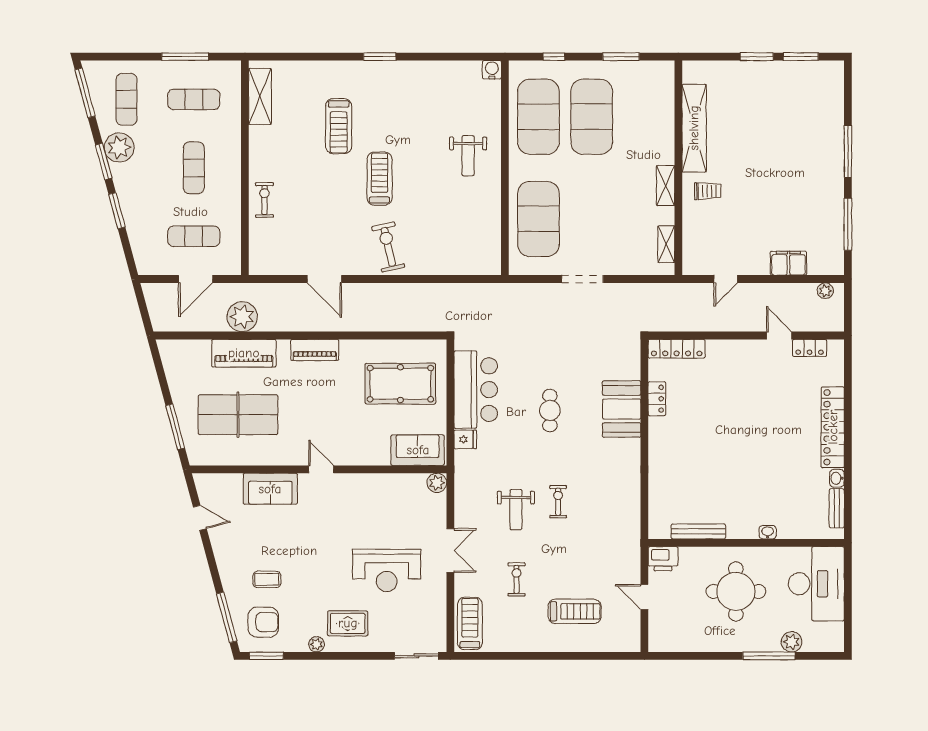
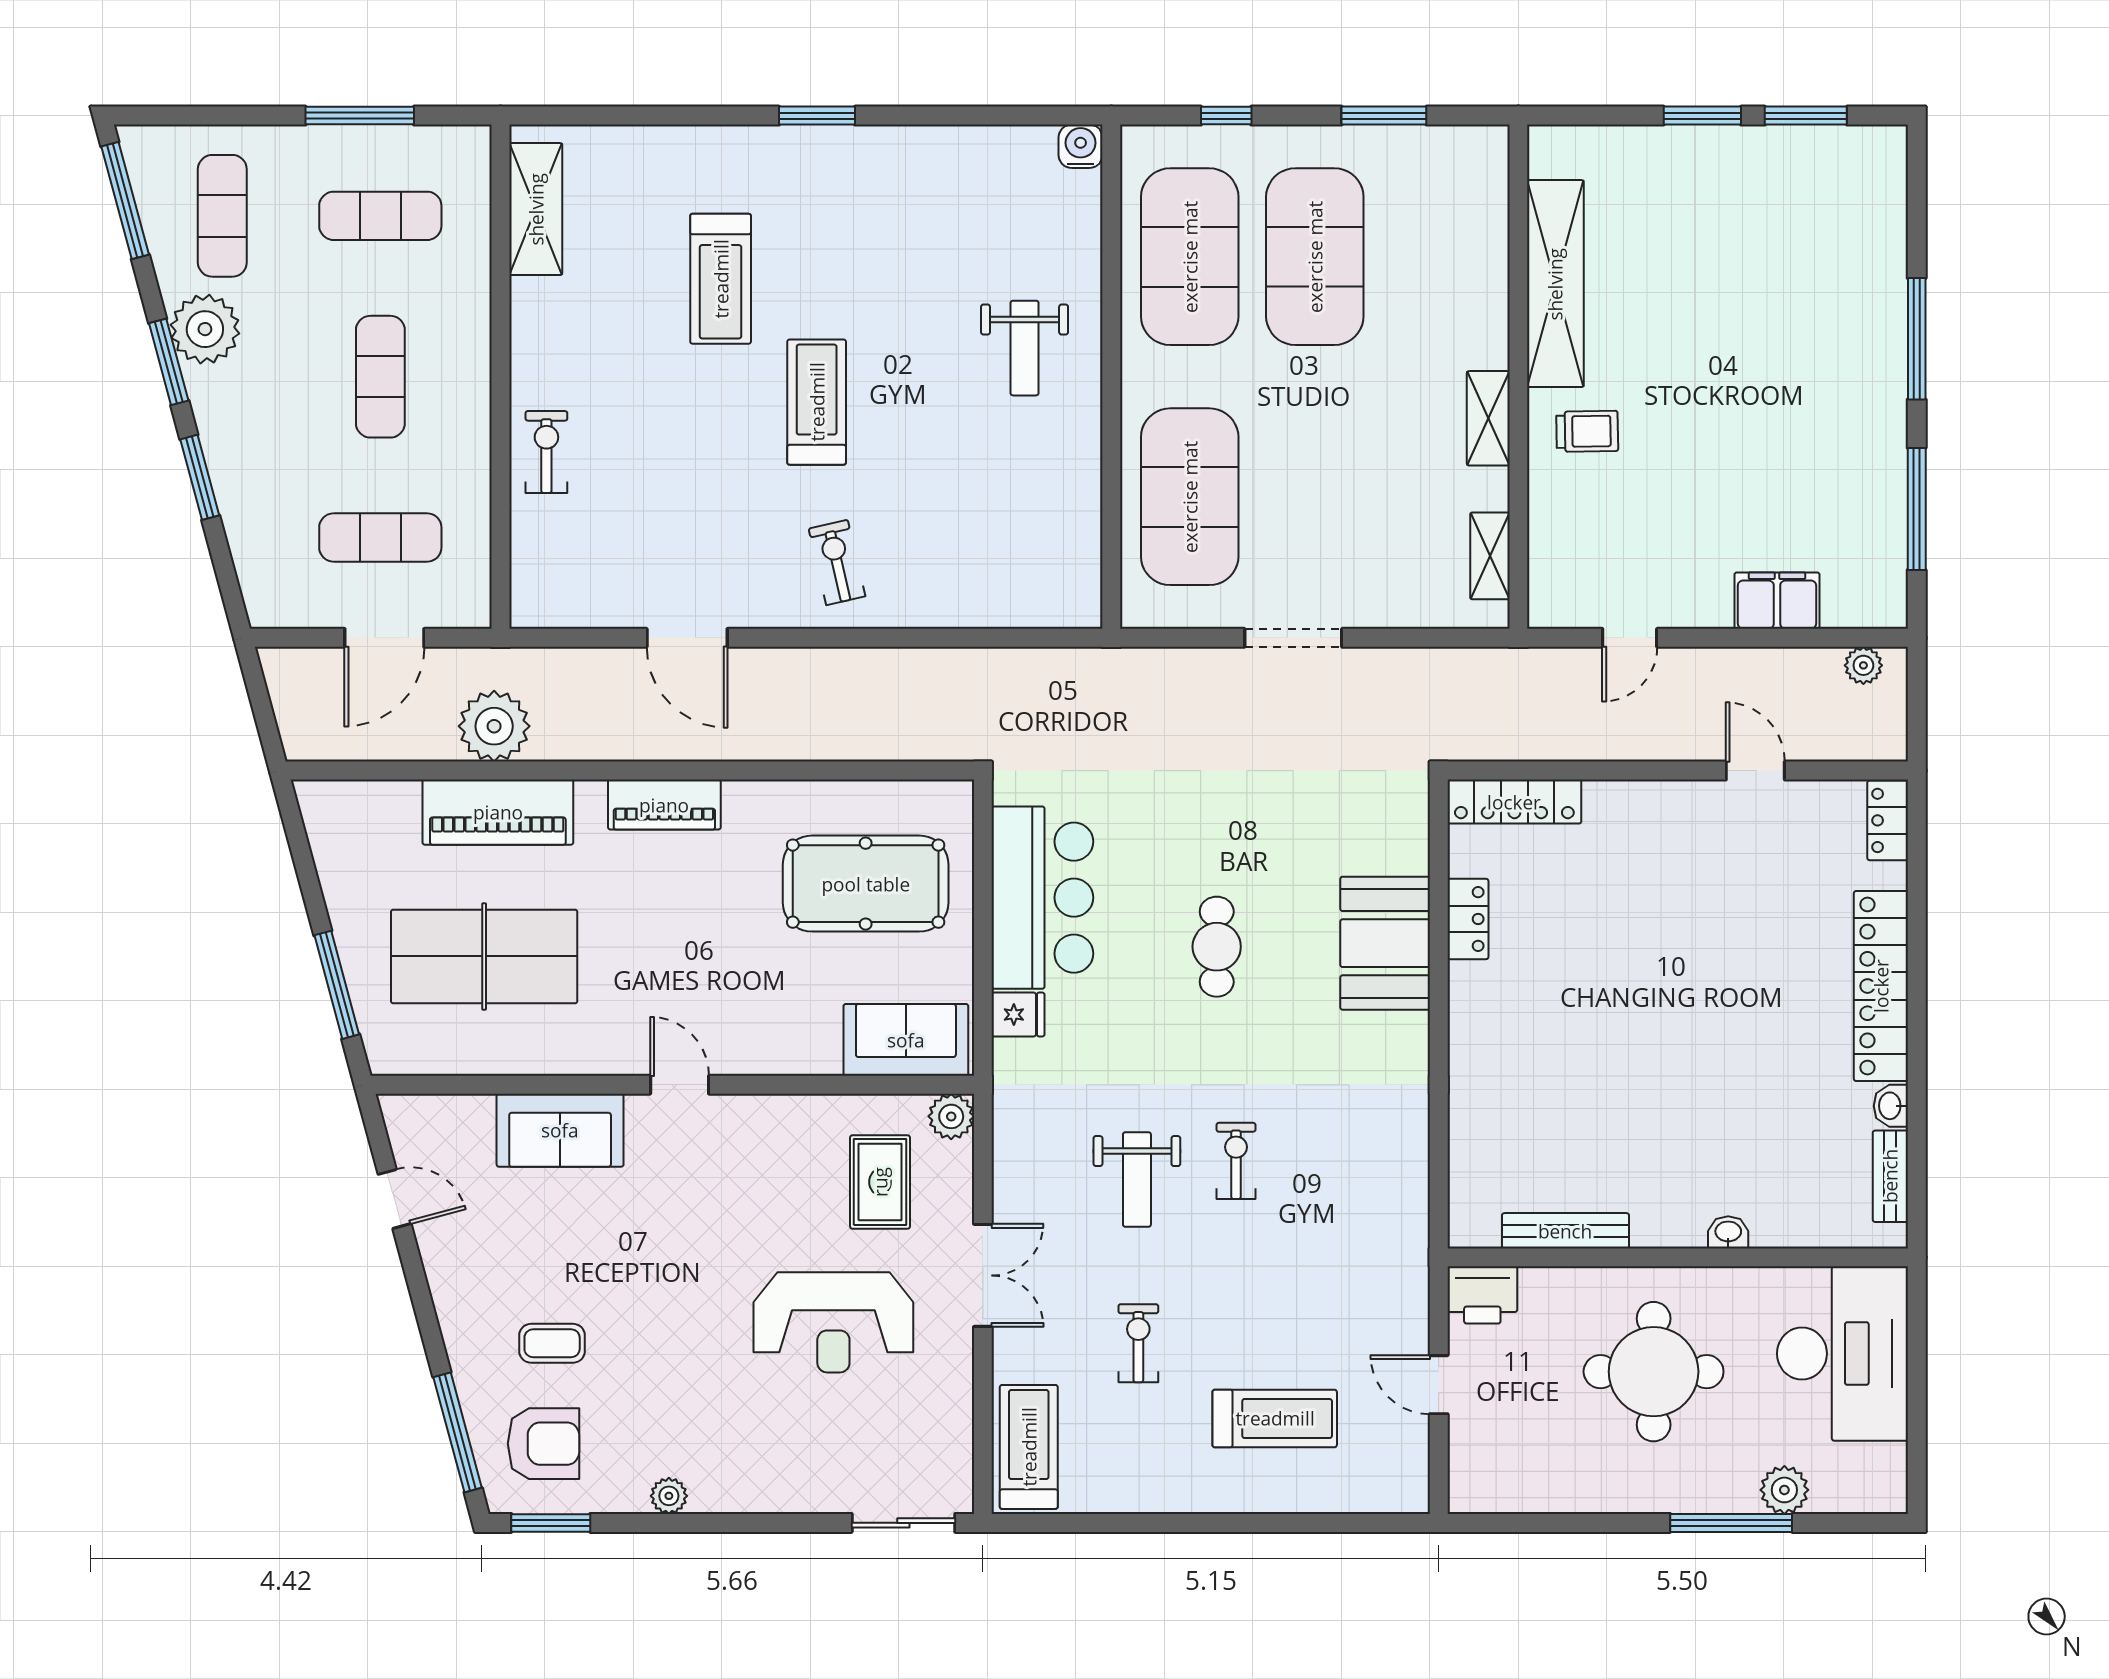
exercise bike: (388, 247) -> (837, 562), width x0.73, depth x0.72
locker: (810, 348) -> (1888, 820), moved, turned 90
rug: (348, 623) -> (880, 1182), moved, turned 90

